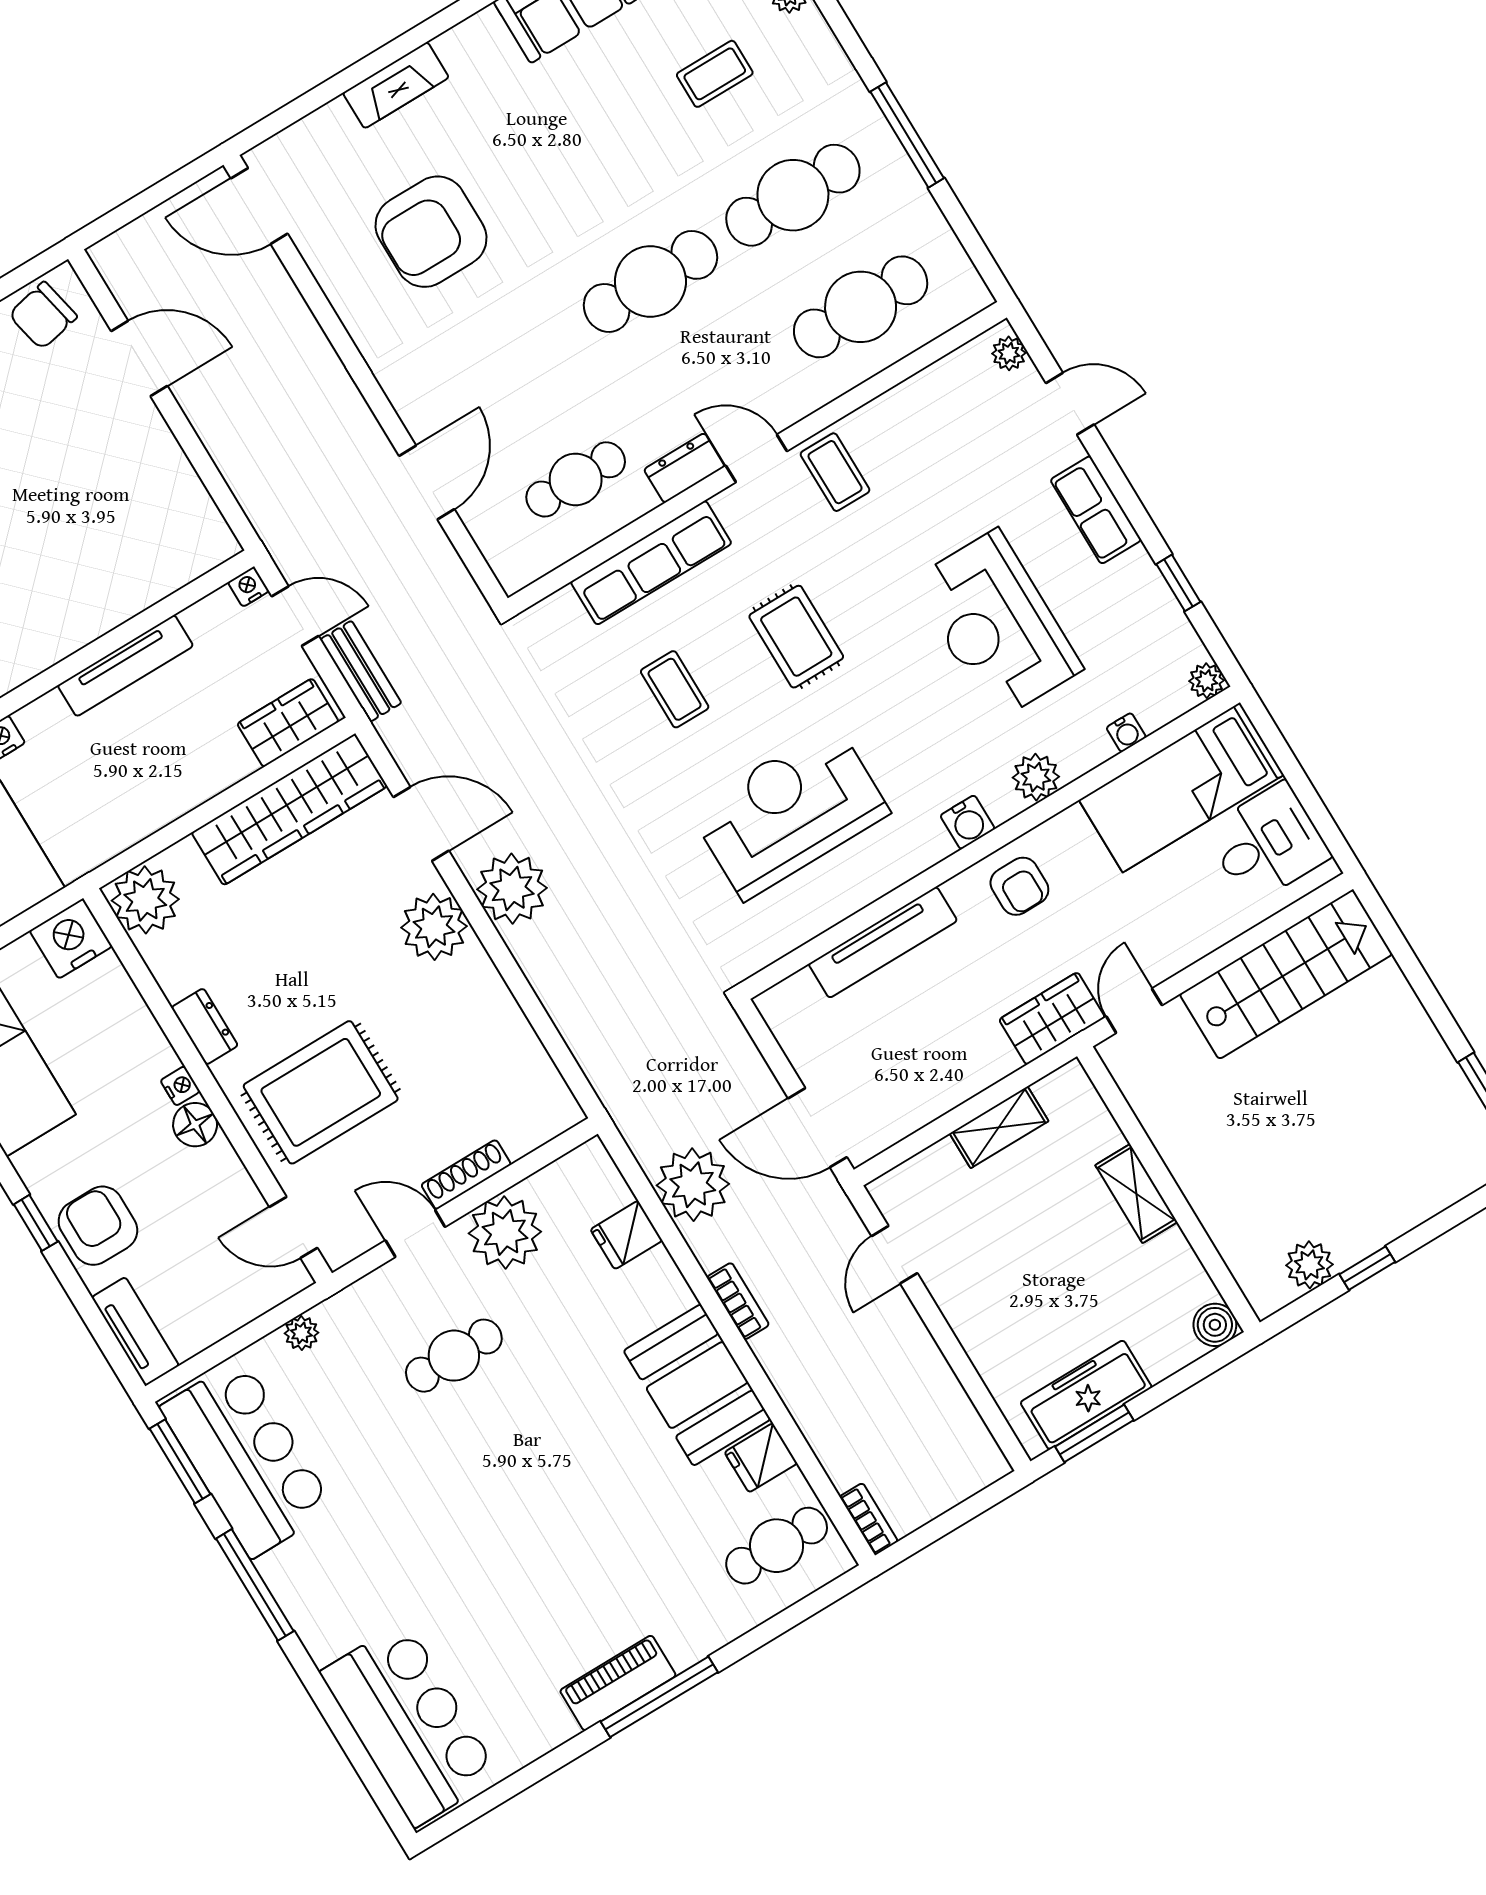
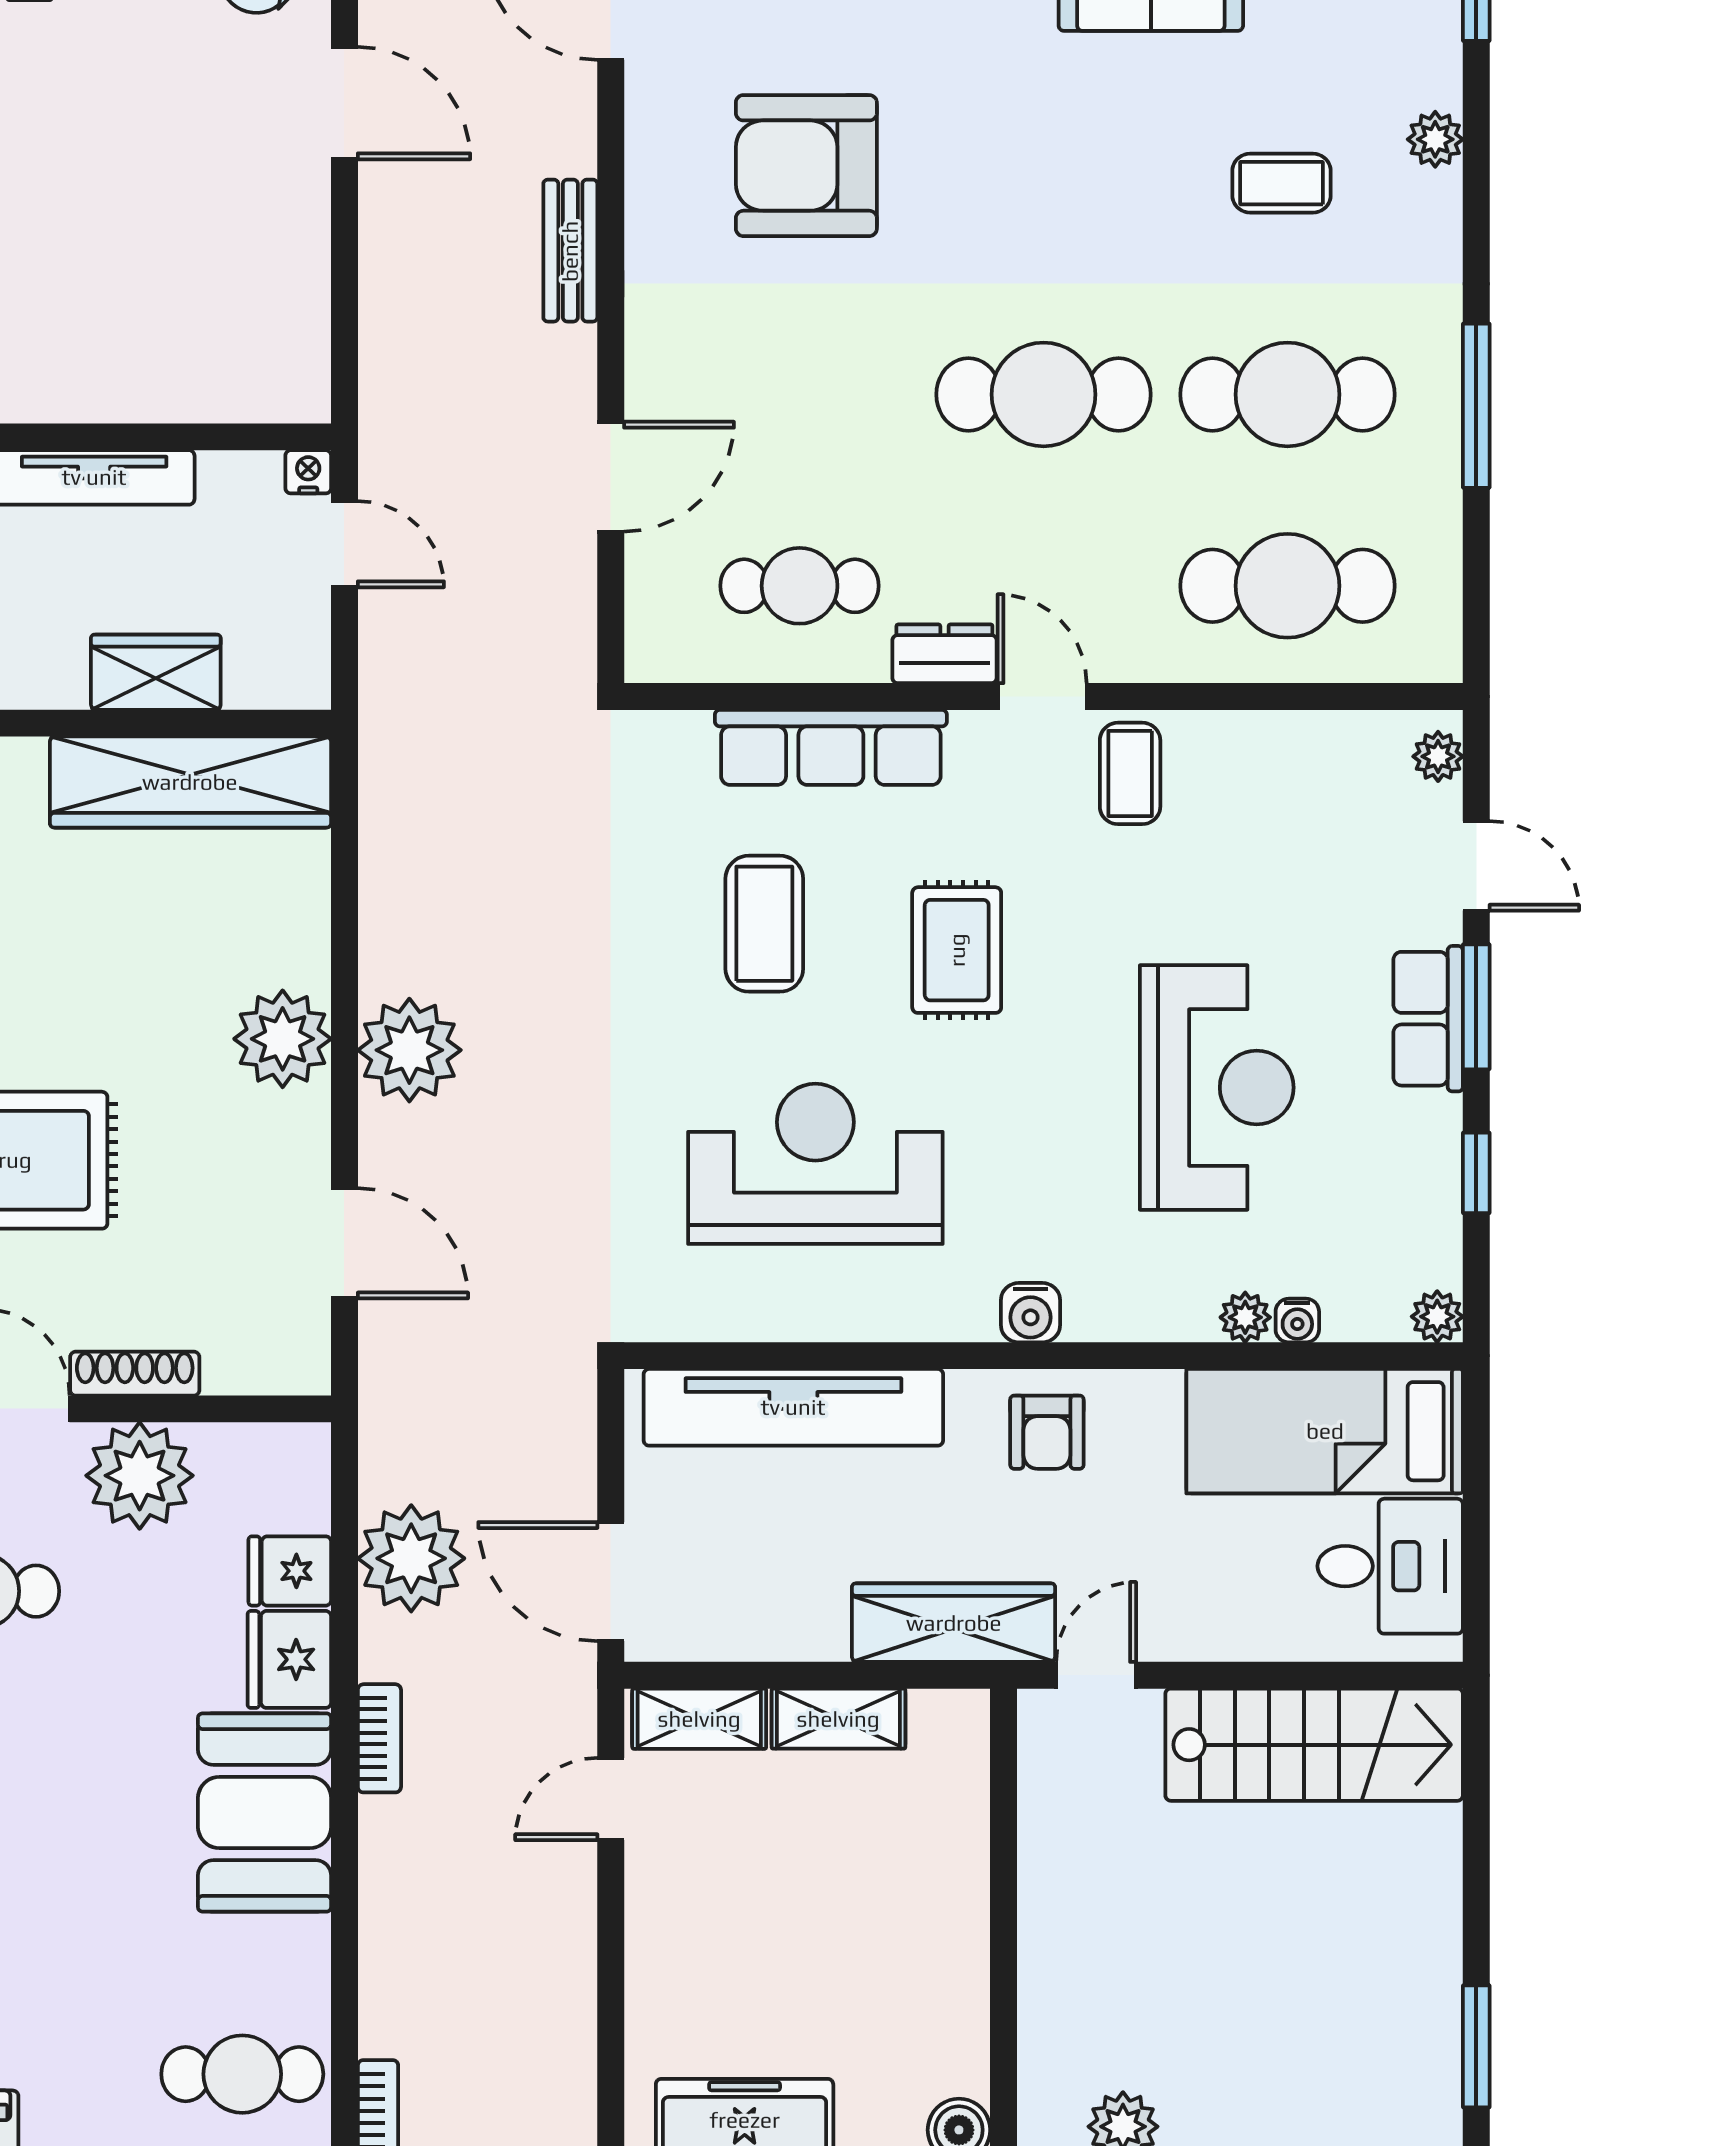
window: (1120, 486) -> (1476, 1007), added
reception desk: (997, 625) -> (1217, 1088), turned 180
bench: (361, 671) -> (570, 251), moved
coffee table: (675, 689) -> (764, 924), width x1.36, depth x1.30
wardrobe: (288, 723) -> (156, 672), moved
plant: (1036, 777) -> (1245, 1317), moved, width x0.73, depth x0.73
door: (421, 824) -> (344, 1243), moved
tv unit: (883, 942) -> (793, 1407), width x1.36, depth x1.29
wardrobe: (1052, 1018) -> (954, 1623), width x1.50
shelving: (1136, 1194) -> (699, 1719), moved, turned 90
fridge: (761, 1458) -> (289, 1659), moved, width x1.38

